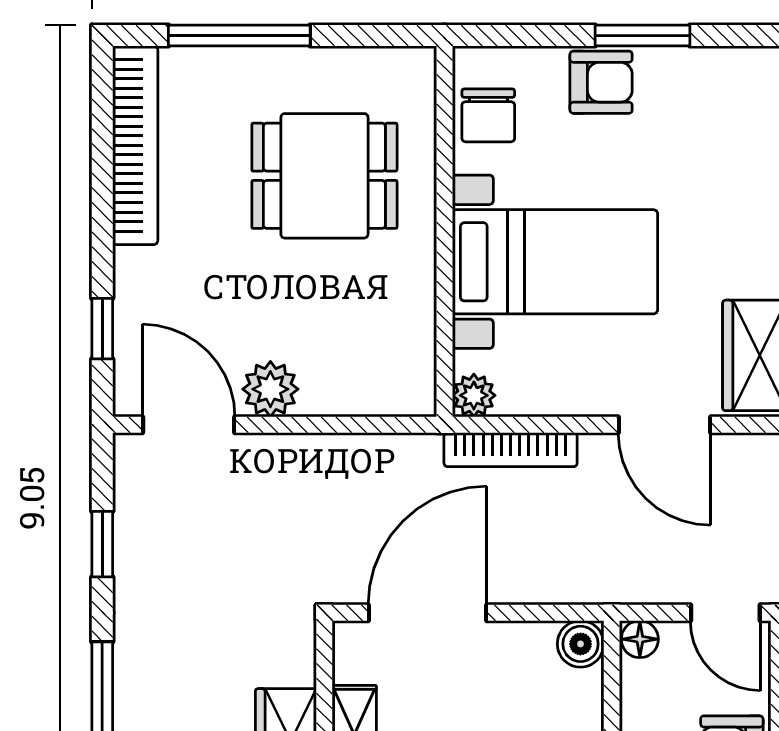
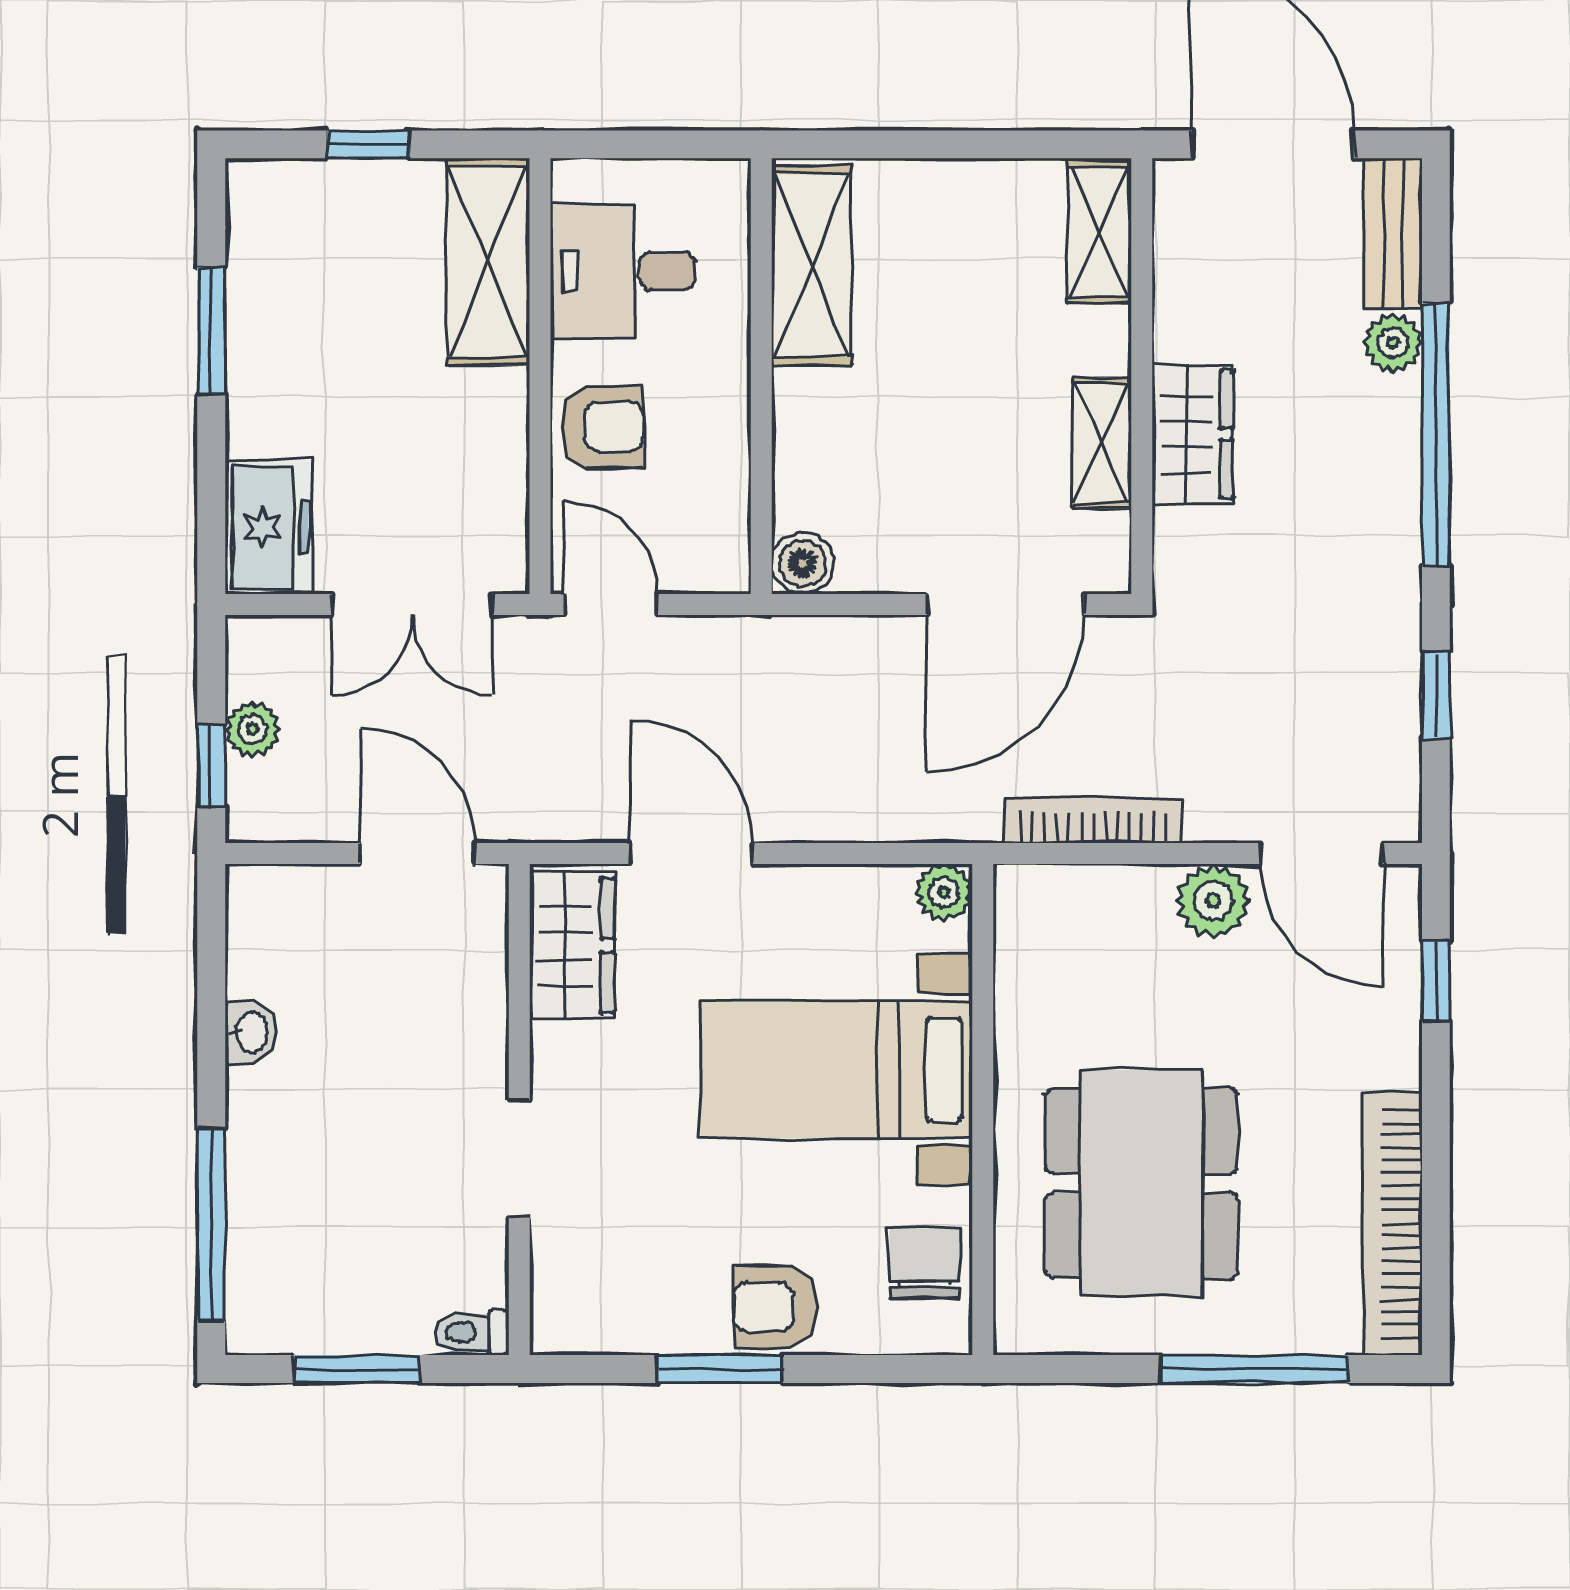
dining table: (324, 176) -> (1142, 1183), width x1.38
bookcase: (511, 450) -> (1093, 821), moved
floor lamp: (640, 639) -> (724, 570), removed

